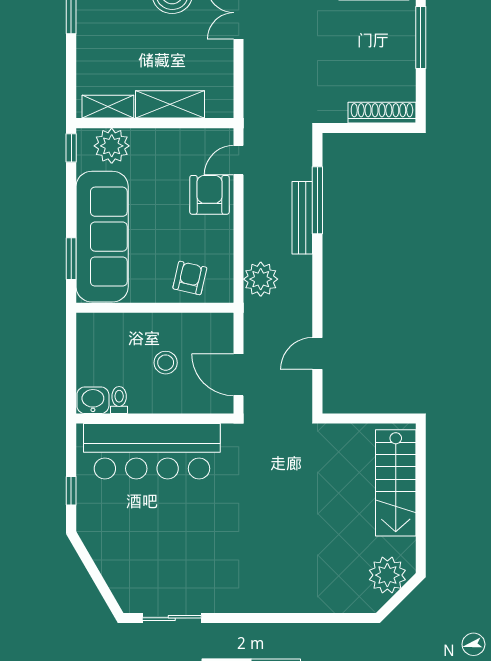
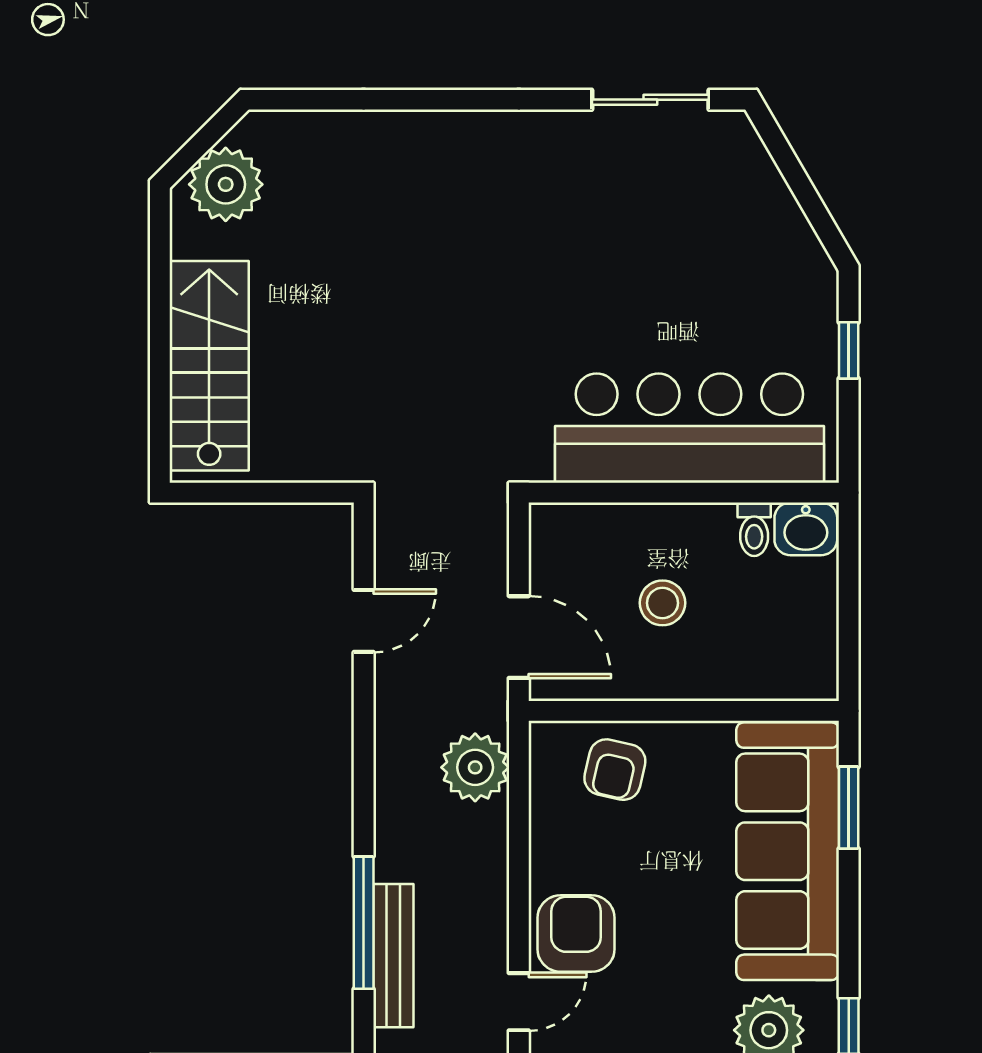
armchair: (210, 195) -> (576, 934), turned 180
bench: (302, 218) -> (393, 956), moved
door: (239, 375) -> (519, 637), moved

